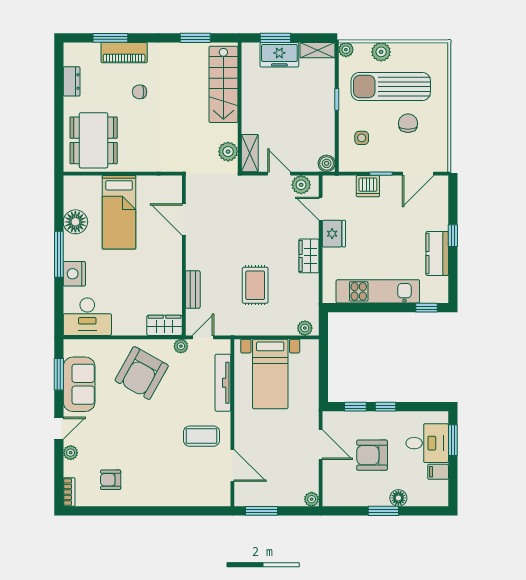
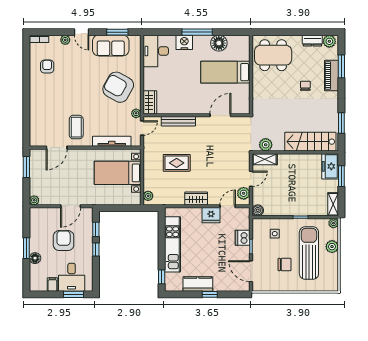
freezer: (279, 55) -> (330, 166), moved
plant: (73, 56) -> (329, 41), added
bench: (193, 290) -> (178, 121), width x1.36
door: (203, 337) -> (142, 128), hinge flipped

